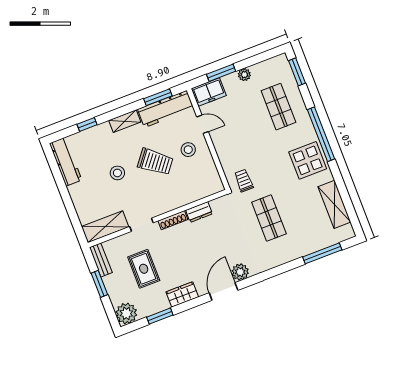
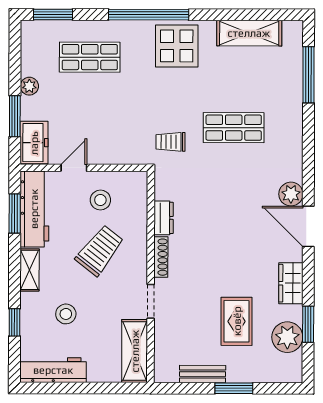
stool: (117, 173) -> (66, 314), moved
dresser: (199, 212) -> (164, 218), moved
wall: (157, 219) -> (151, 277), moved
shoe rack: (173, 220) -> (161, 257), moved
doorway: (141, 225) -> (151, 301), moved
shelving: (105, 227) -> (135, 351), moved
rug: (144, 269) -> (237, 321), turned 90
plant: (126, 313) -> (287, 337), moved

